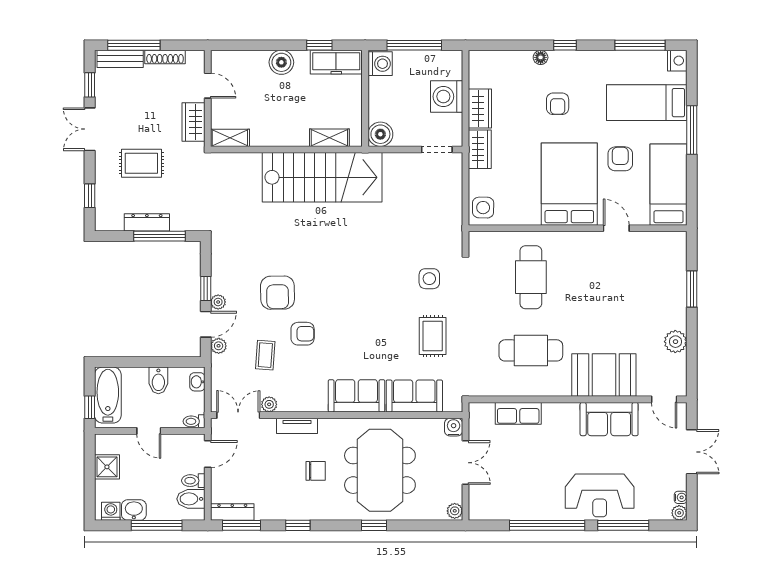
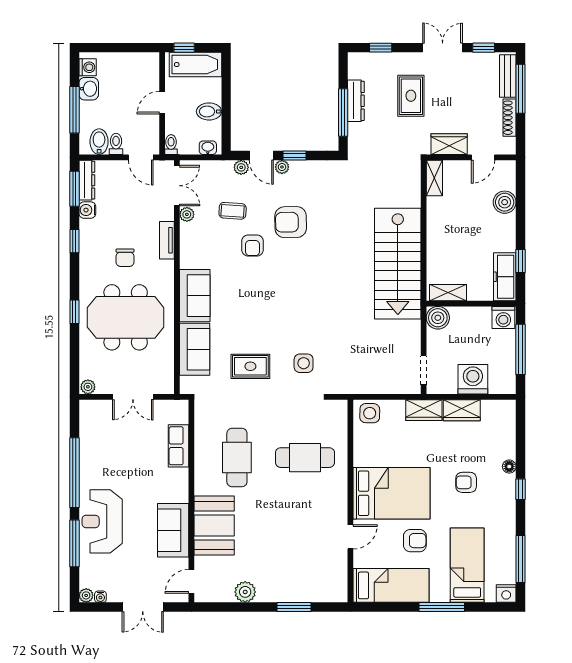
boiler: (281, 62) -> (505, 202), moved
shelving: (329, 138) -> (448, 293), moved, turned 90
water cooler: (454, 427) -> (87, 210), moved, turned 180
shower: (107, 467) -> (129, 64), removed

